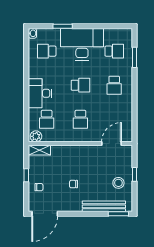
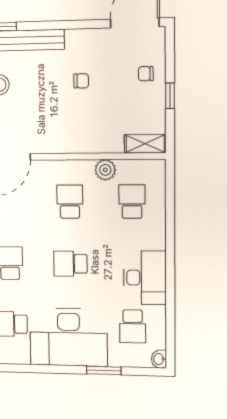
school desk: (47, 51) -> (133, 326), turned 90
desk: (40, 93) -> (145, 278), moved
plant: (36, 136) -> (105, 170), moved

